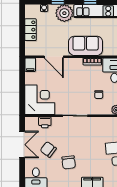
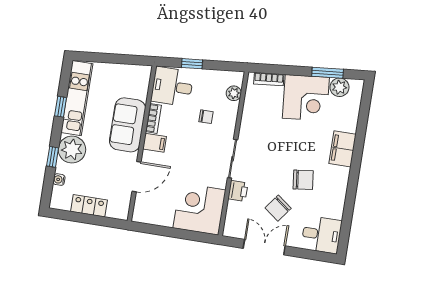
filing cabinet: (30, 65) -> (155, 143), moved
printer: (45, 122) -> (238, 191), moved

